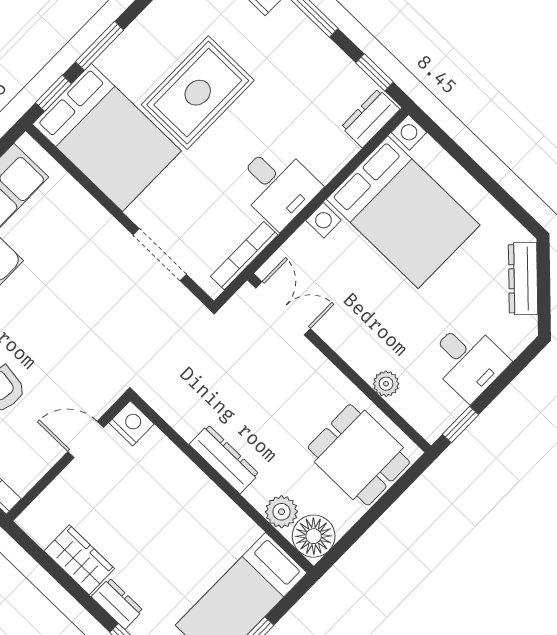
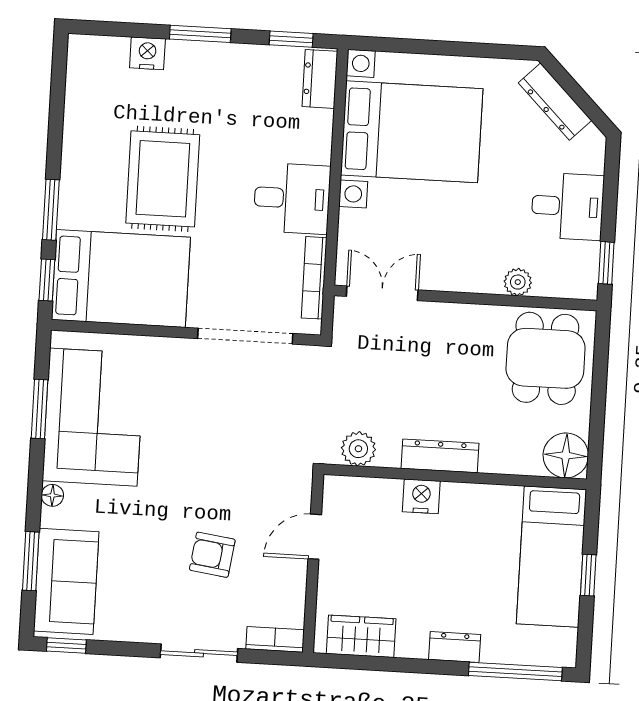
doorway: (160, 255) -> (245, 336), width x1.36
nightstand: (131, 423) -> (421, 496), moved
dining table: (359, 455) -> (546, 358), turned 90
plant: (281, 512) -> (358, 449), moved
wardrobe: (79, 560) -> (361, 636), moved

